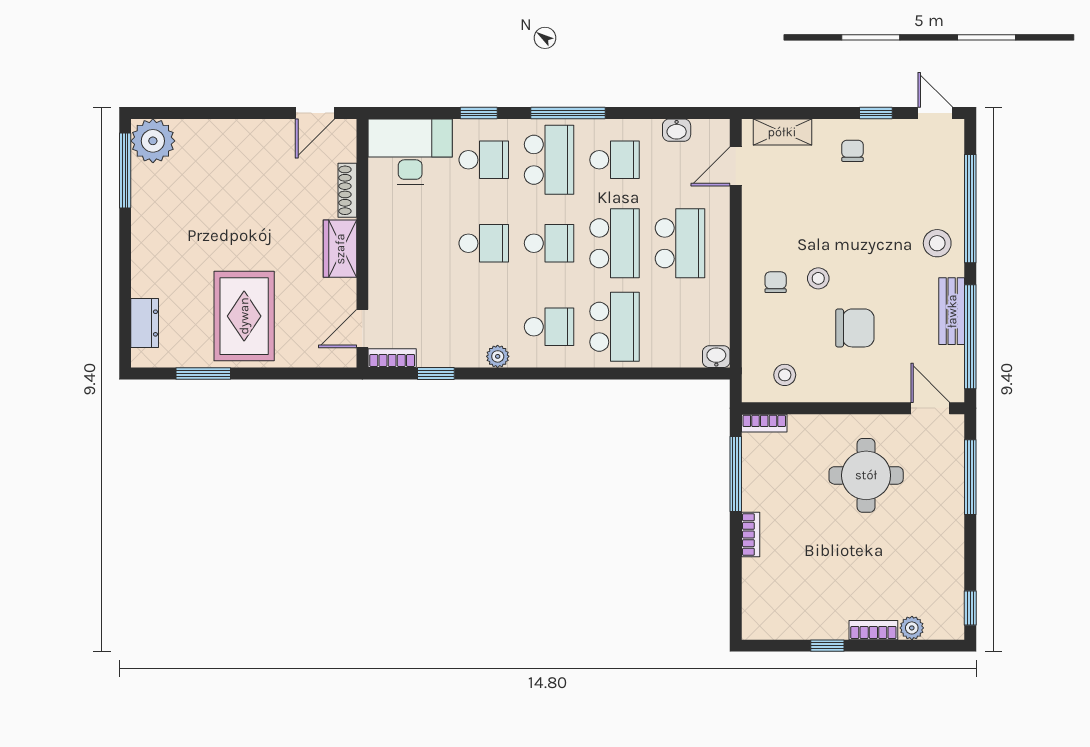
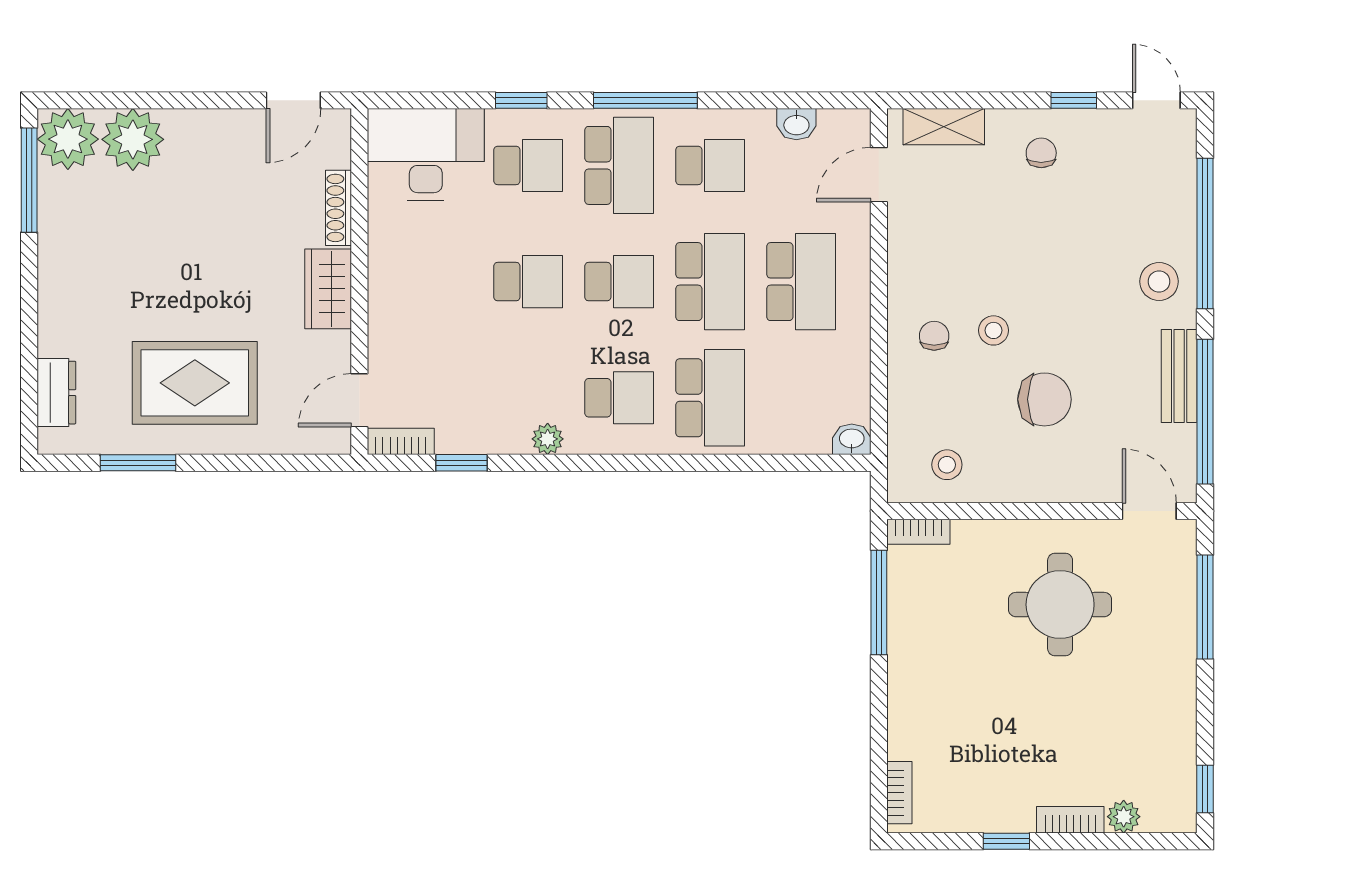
plant: (200, 141) -> (133, 139), added
rug: (244, 316) -> (195, 383), turned 90
bookcase: (751, 534) -> (899, 793), moved

